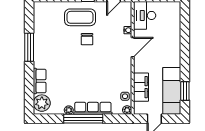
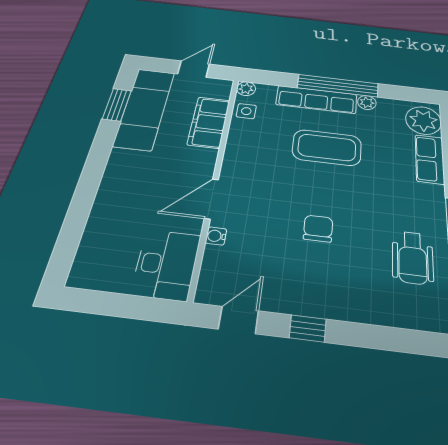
coffee table: (80, 17) -> (327, 147), moved
wheelchair: (48, 31) -> (413, 258), added

